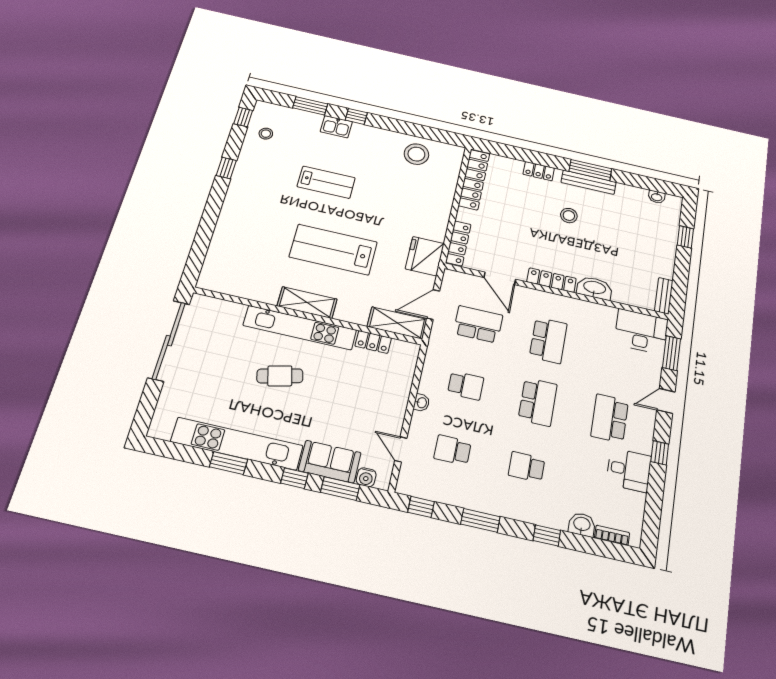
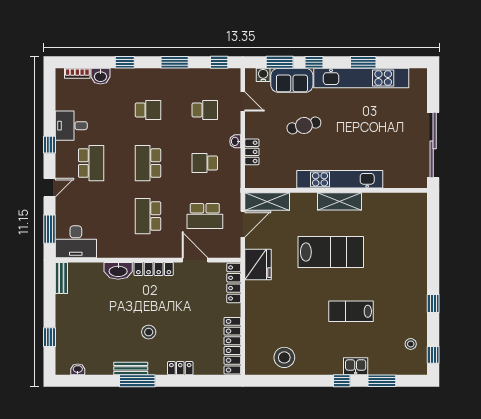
bench: (589, 182) -> (131, 368), width x0.73
locker: (373, 342) -> (252, 152), moved, turned 90
cafe table: (280, 376) -> (304, 125), moved

